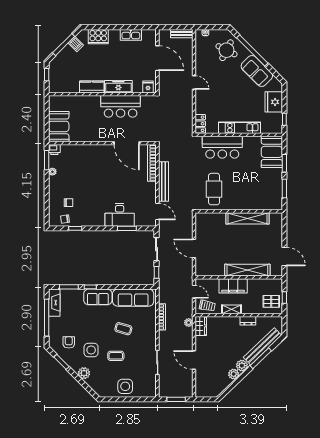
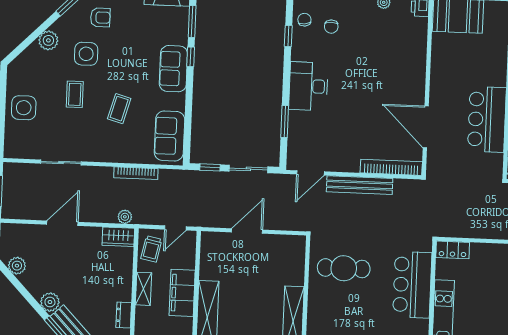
door: (127, 143) -> (426, 127), hinge flipped
desk: (120, 215) -> (308, 86), moved
sofa: (133, 298) -> (169, 136), width x0.73
plant: (234, 374) -> (17, 266), moved

